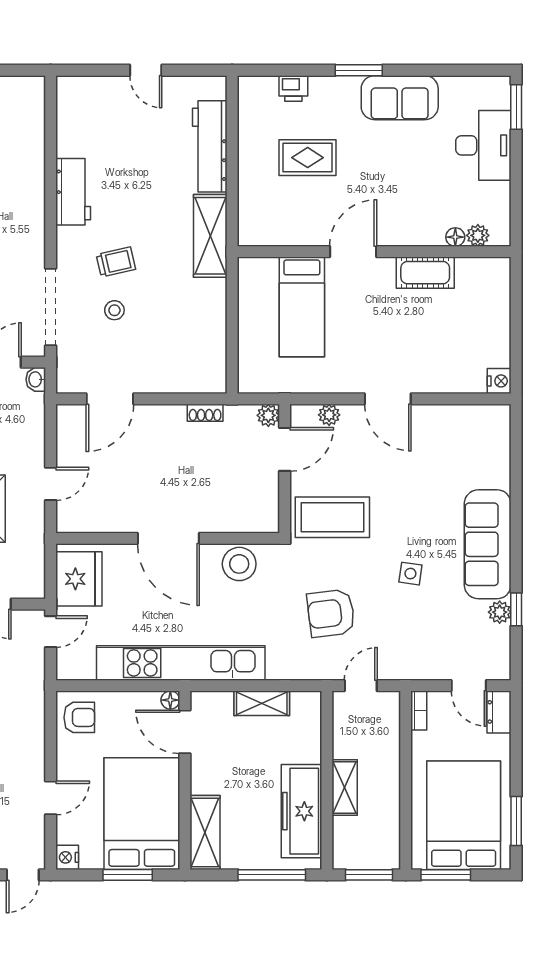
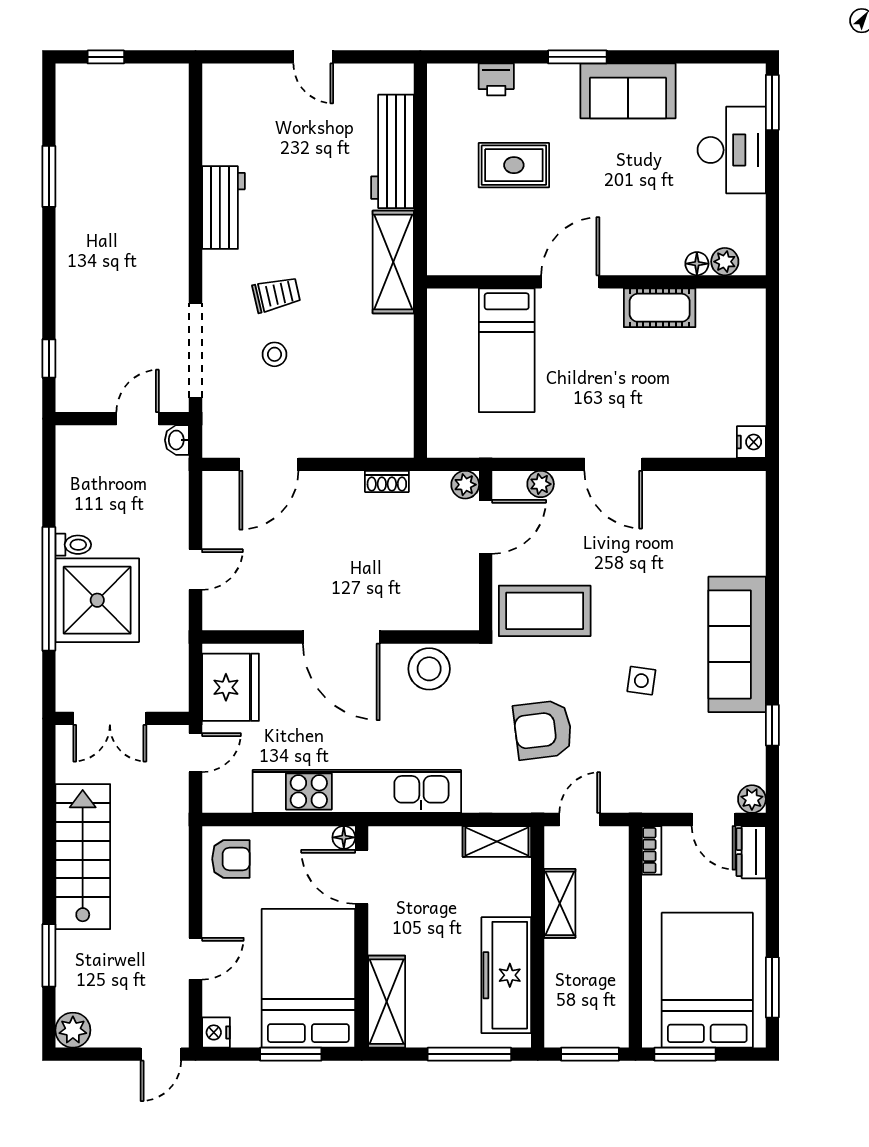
plant: (500, 612) -> (752, 799), moved
shelving: (262, 703) -> (497, 841), moved
shelving: (345, 787) -> (560, 903), moved

